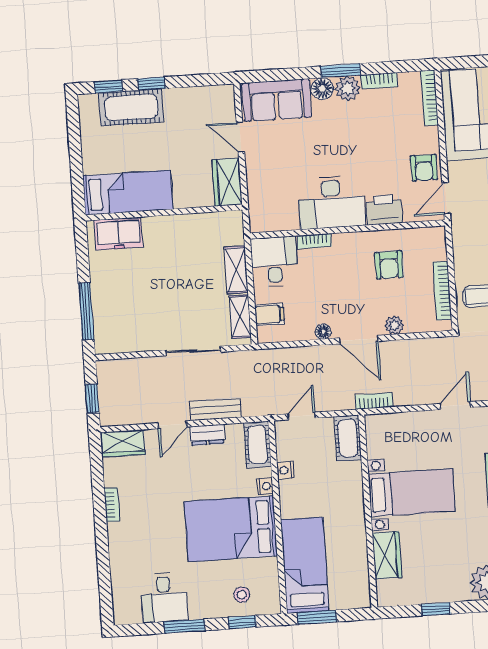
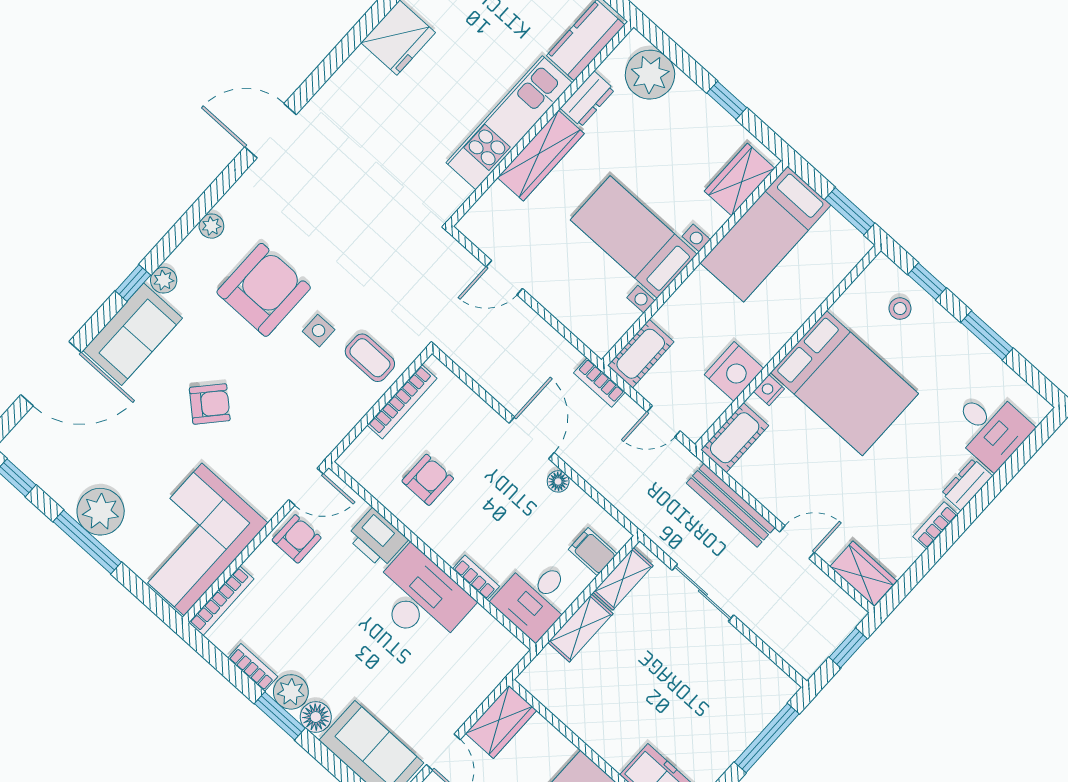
plant: (394, 325) -> (483, 416), removed
bookcase: (374, 401) -> (599, 383), moved
bench: (215, 409) -> (731, 505), width x1.36
dresser: (207, 435) -> (967, 485), moved, turned -90
nightstand: (285, 470) -> (734, 371), width x1.89, depth x1.79
wardrobe: (387, 555) -> (740, 180), moved
bed: (305, 565) -> (766, 234), moved
desk: (164, 598) -> (990, 428), moved, turned 90

